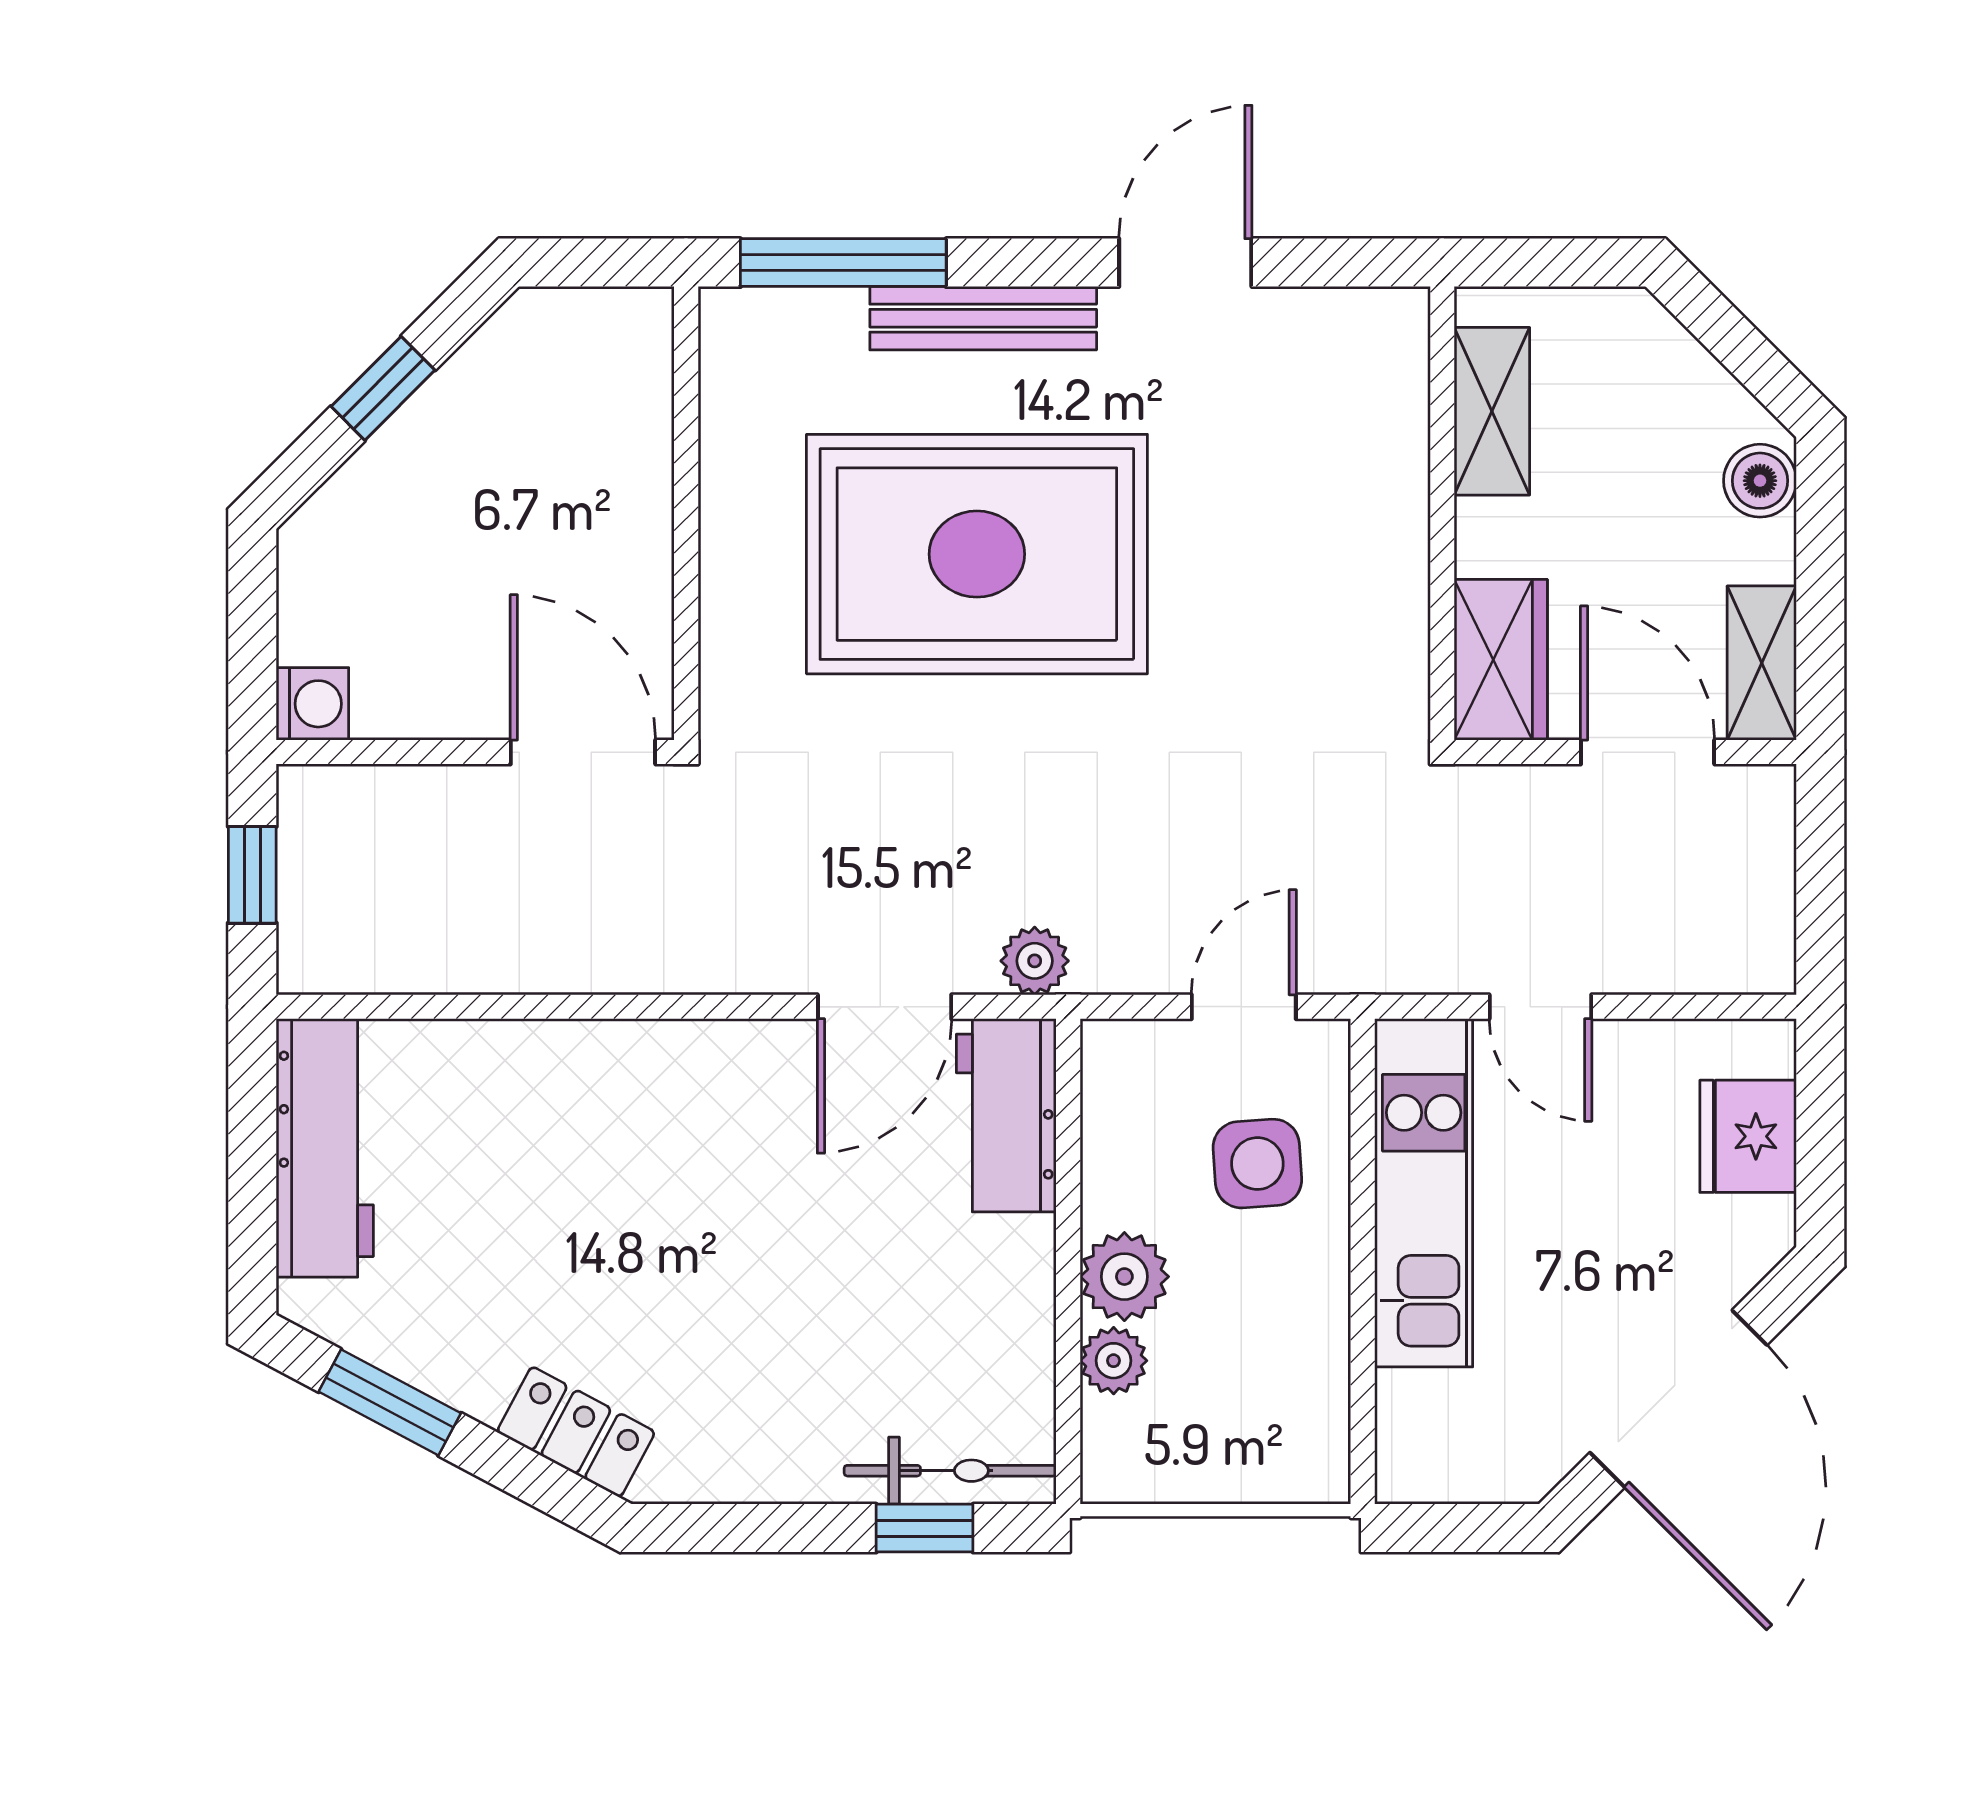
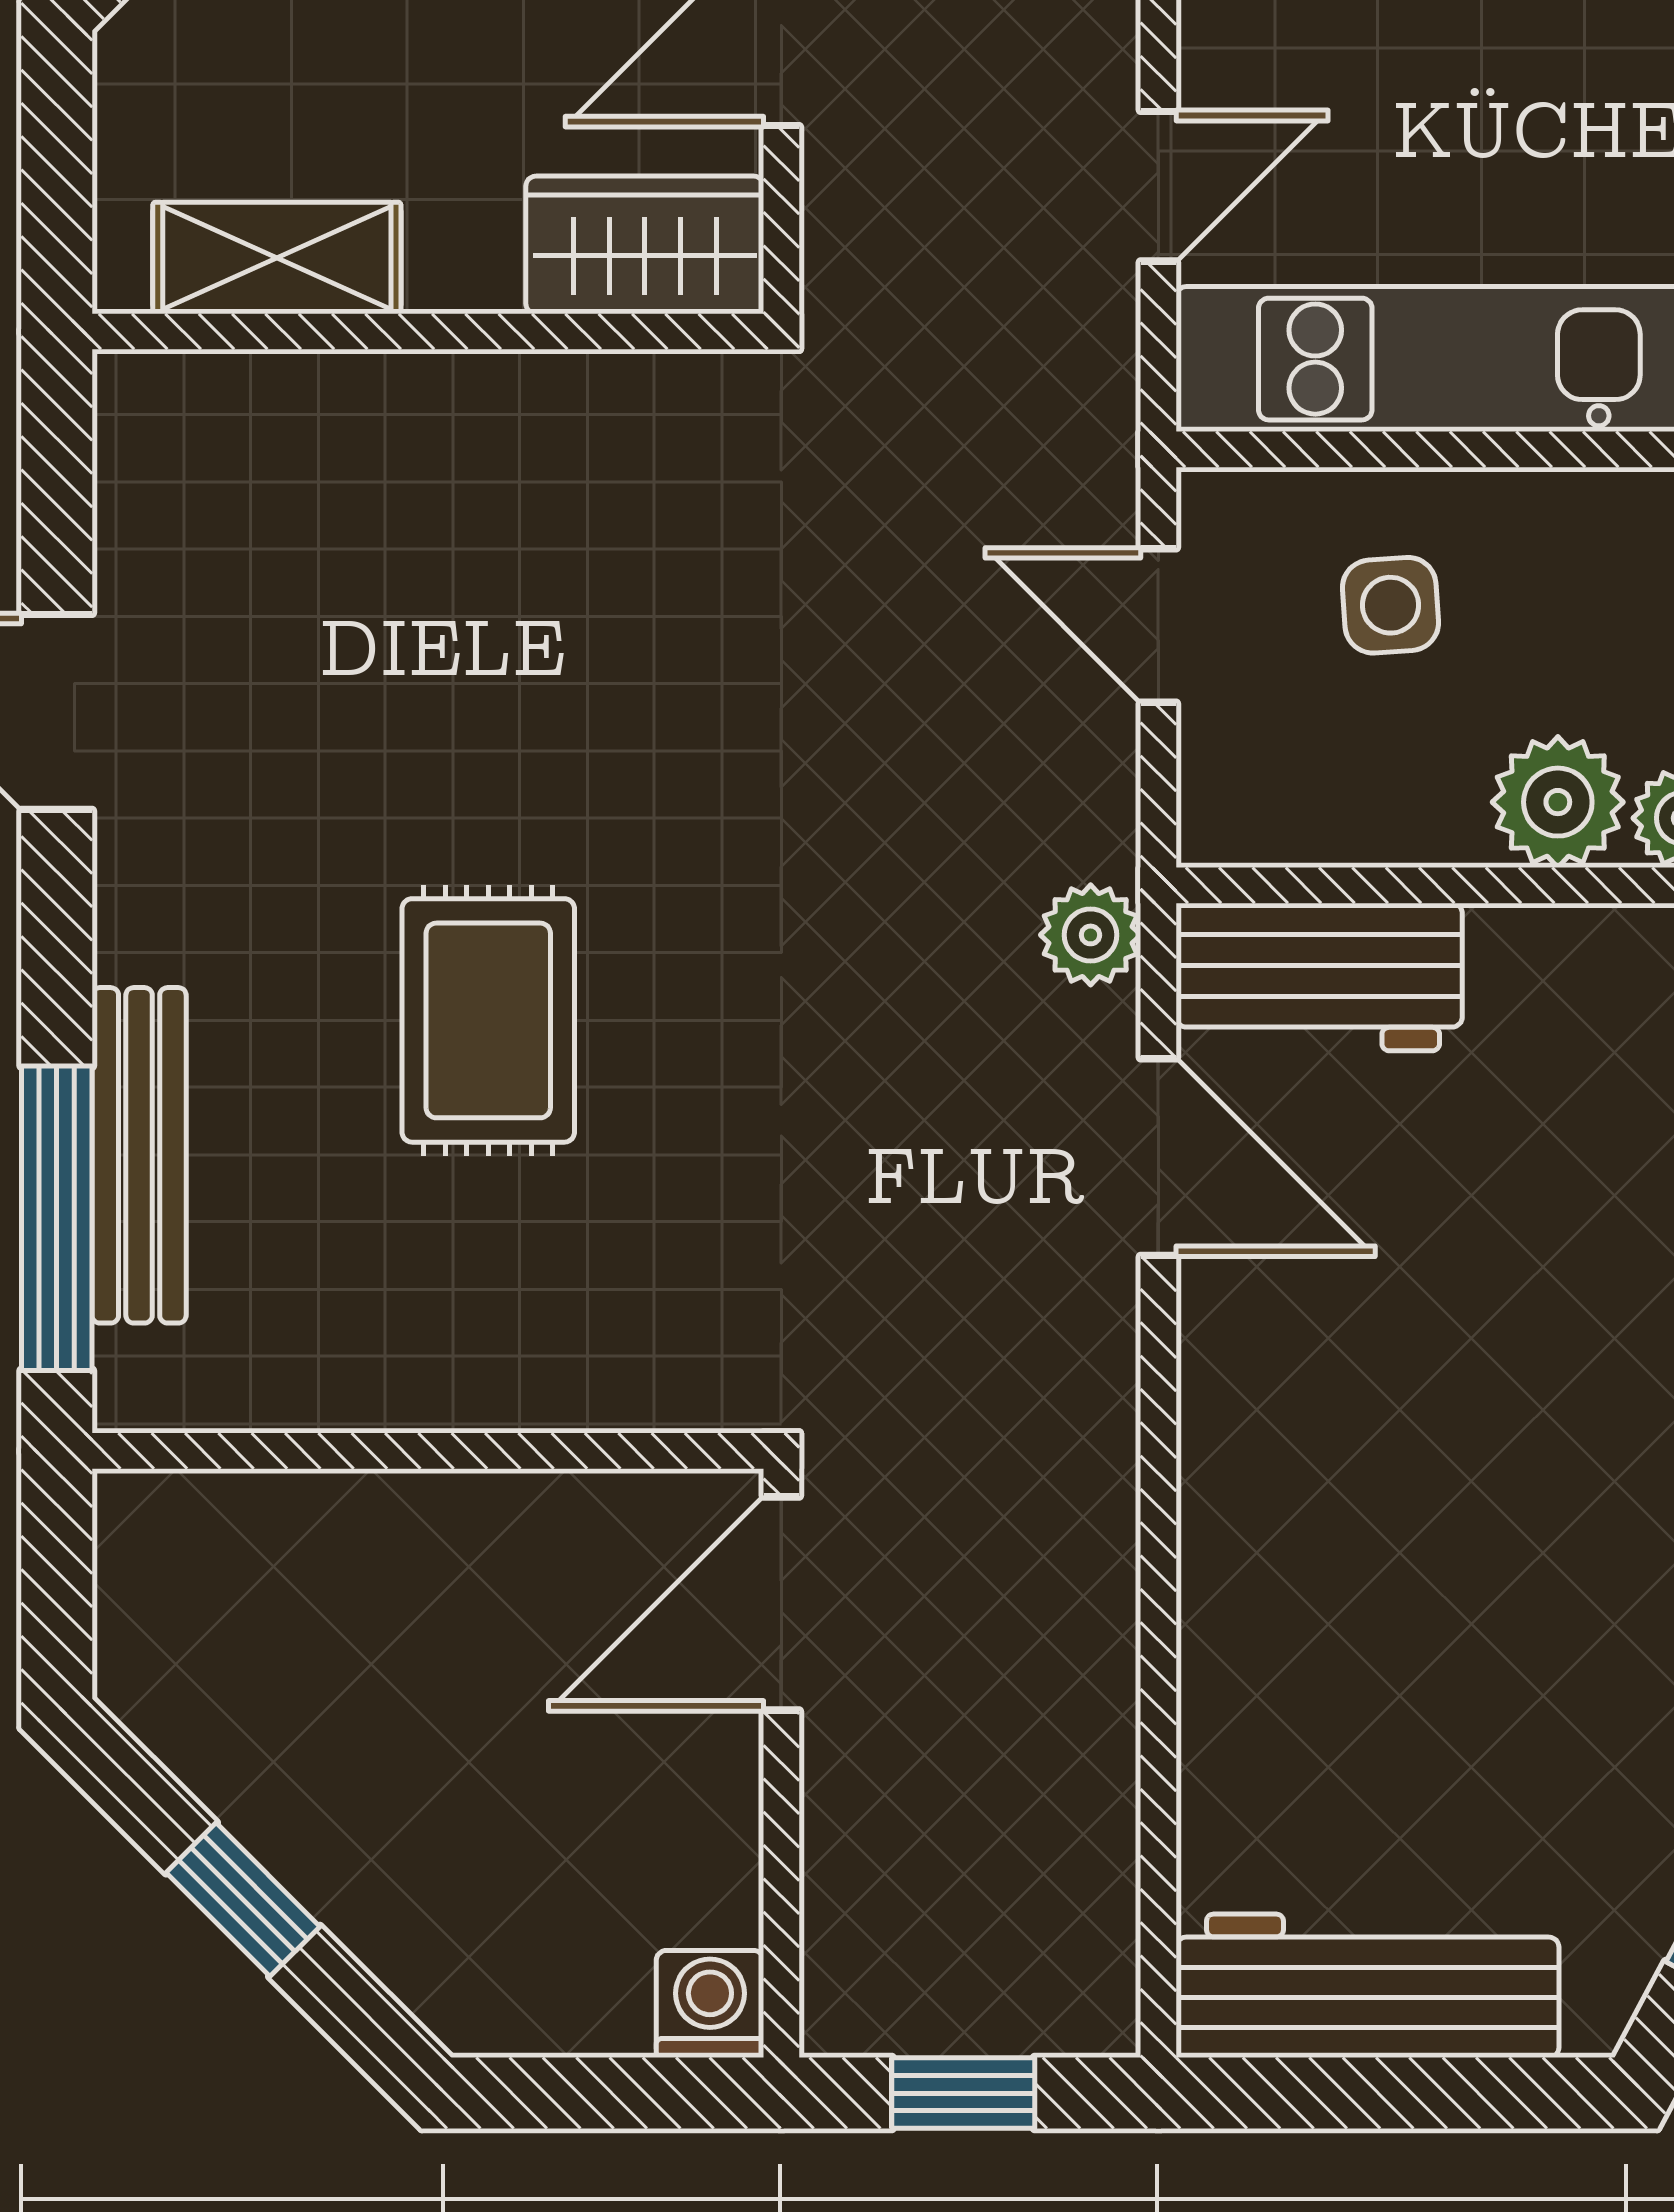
bench: (983, 318) -> (139, 1155), moved
rug: (977, 554) -> (488, 1020), width x0.54, depth x0.49
side table: (1257, 1164) -> (1390, 605), width x0.73, depth x0.73

